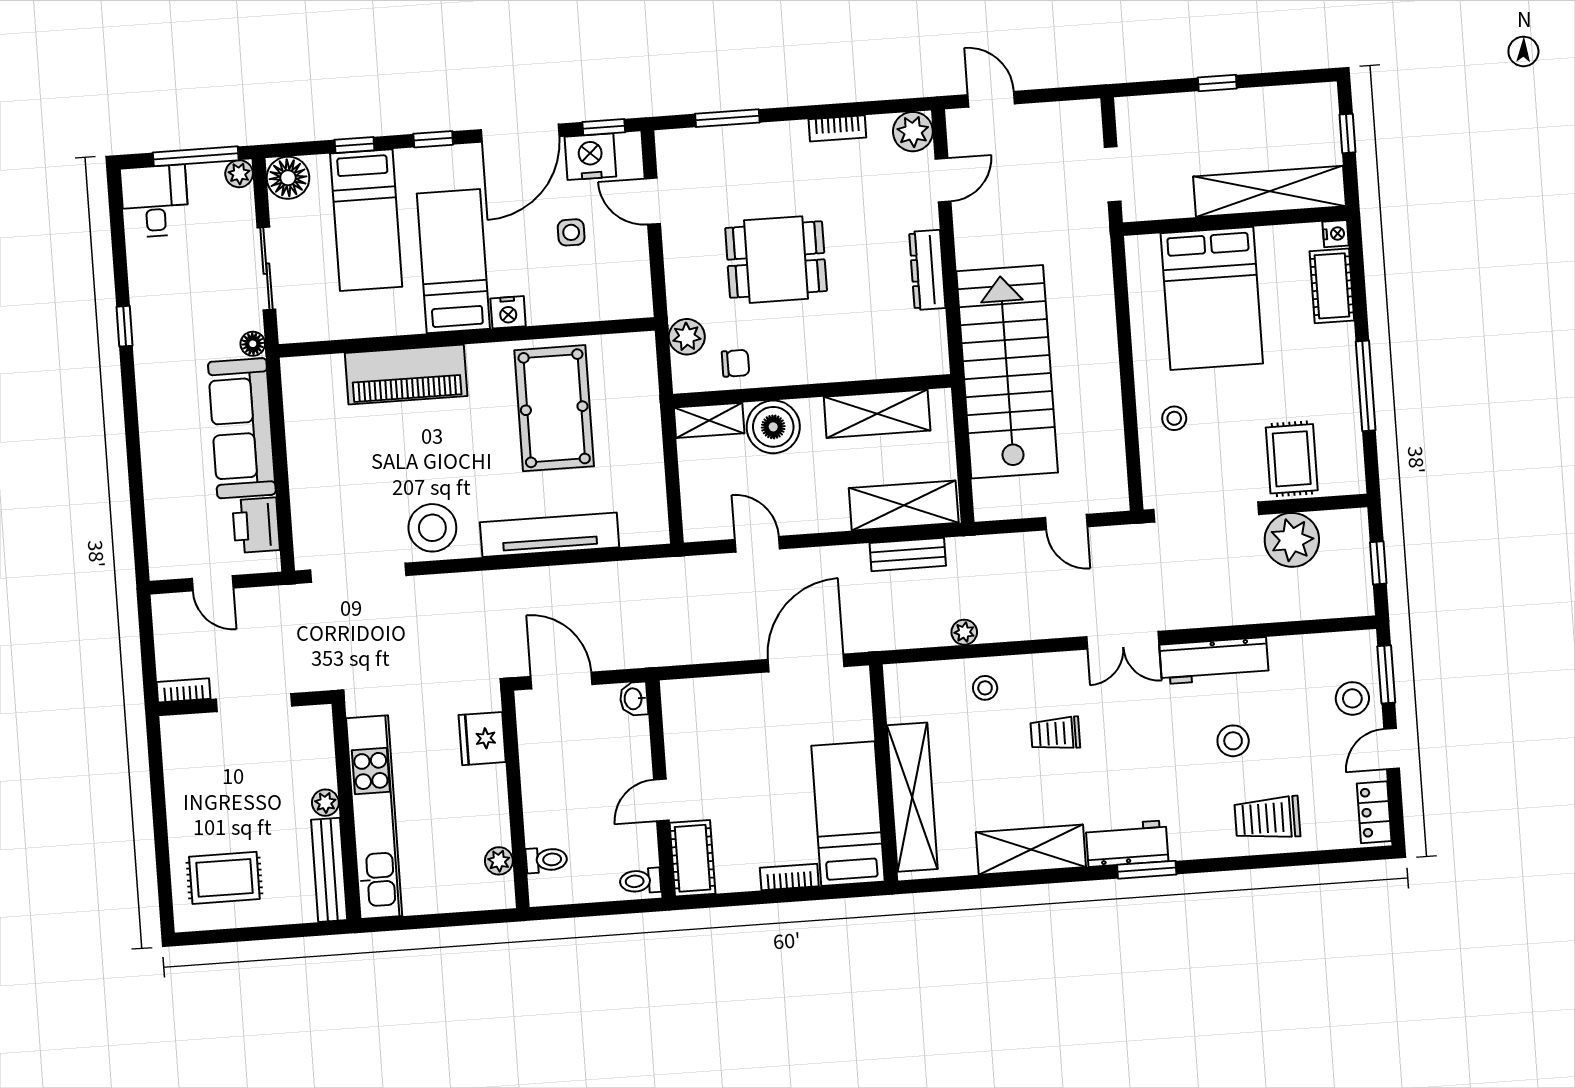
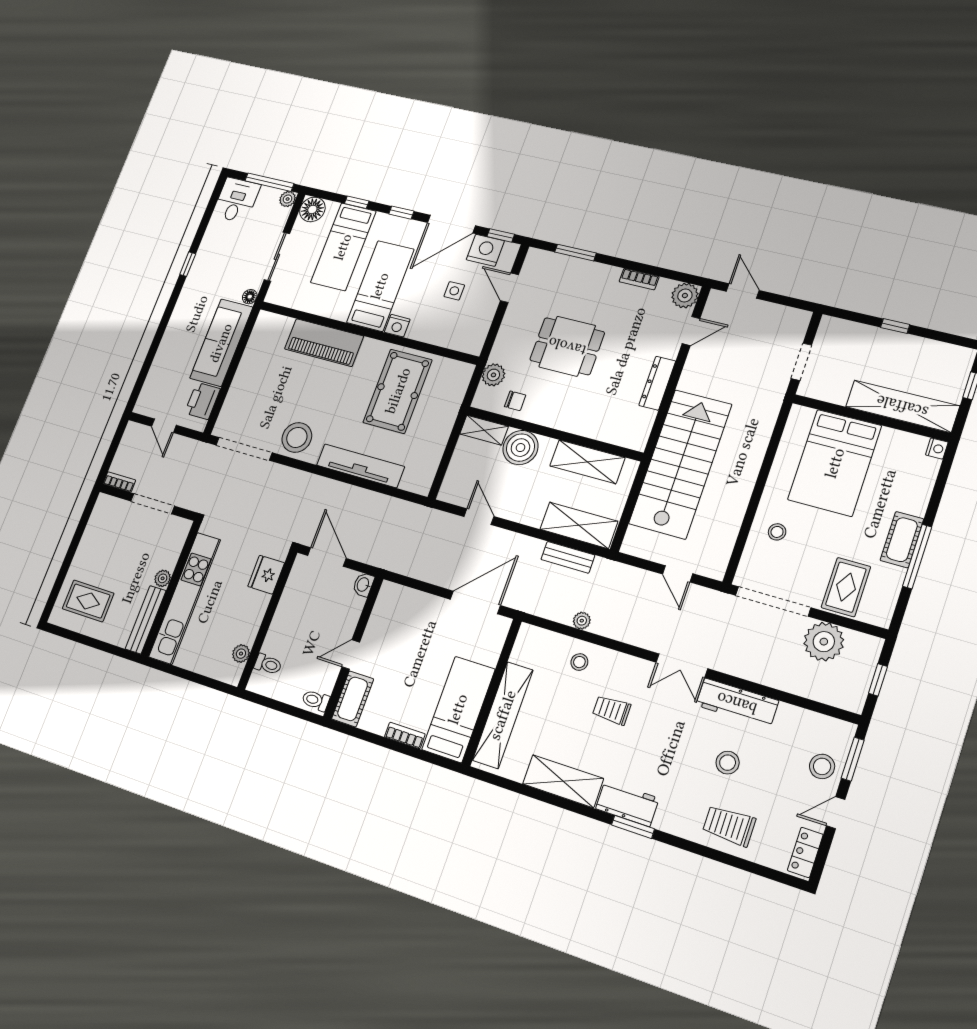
cot: (1332, 286) -> (902, 540), moved

